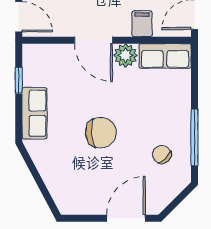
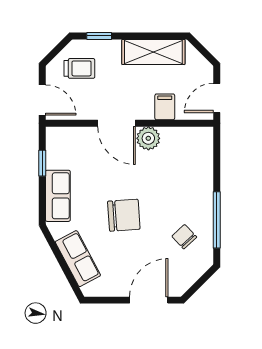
row of seats: (165, 56) -> (78, 259), moved, turned -118

